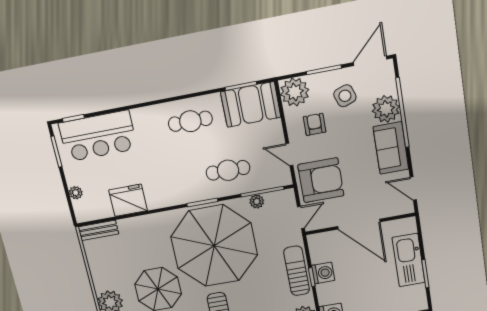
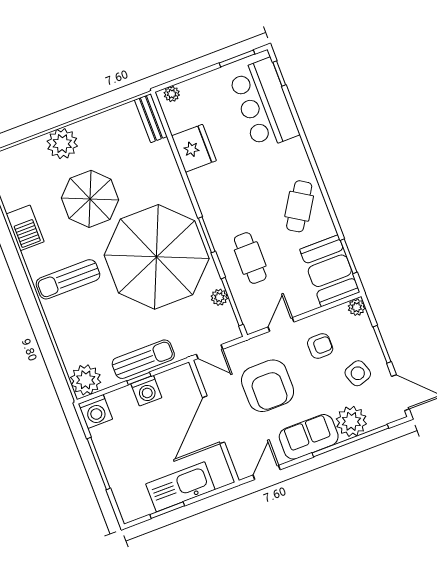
plant: (295, 92) -> (357, 307), width x0.53, depth x0.53
cafe table: (190, 121) -> (299, 206), turned 32
armchair: (321, 180) -> (268, 386), moved
plant: (76, 193) -> (172, 94), moved

